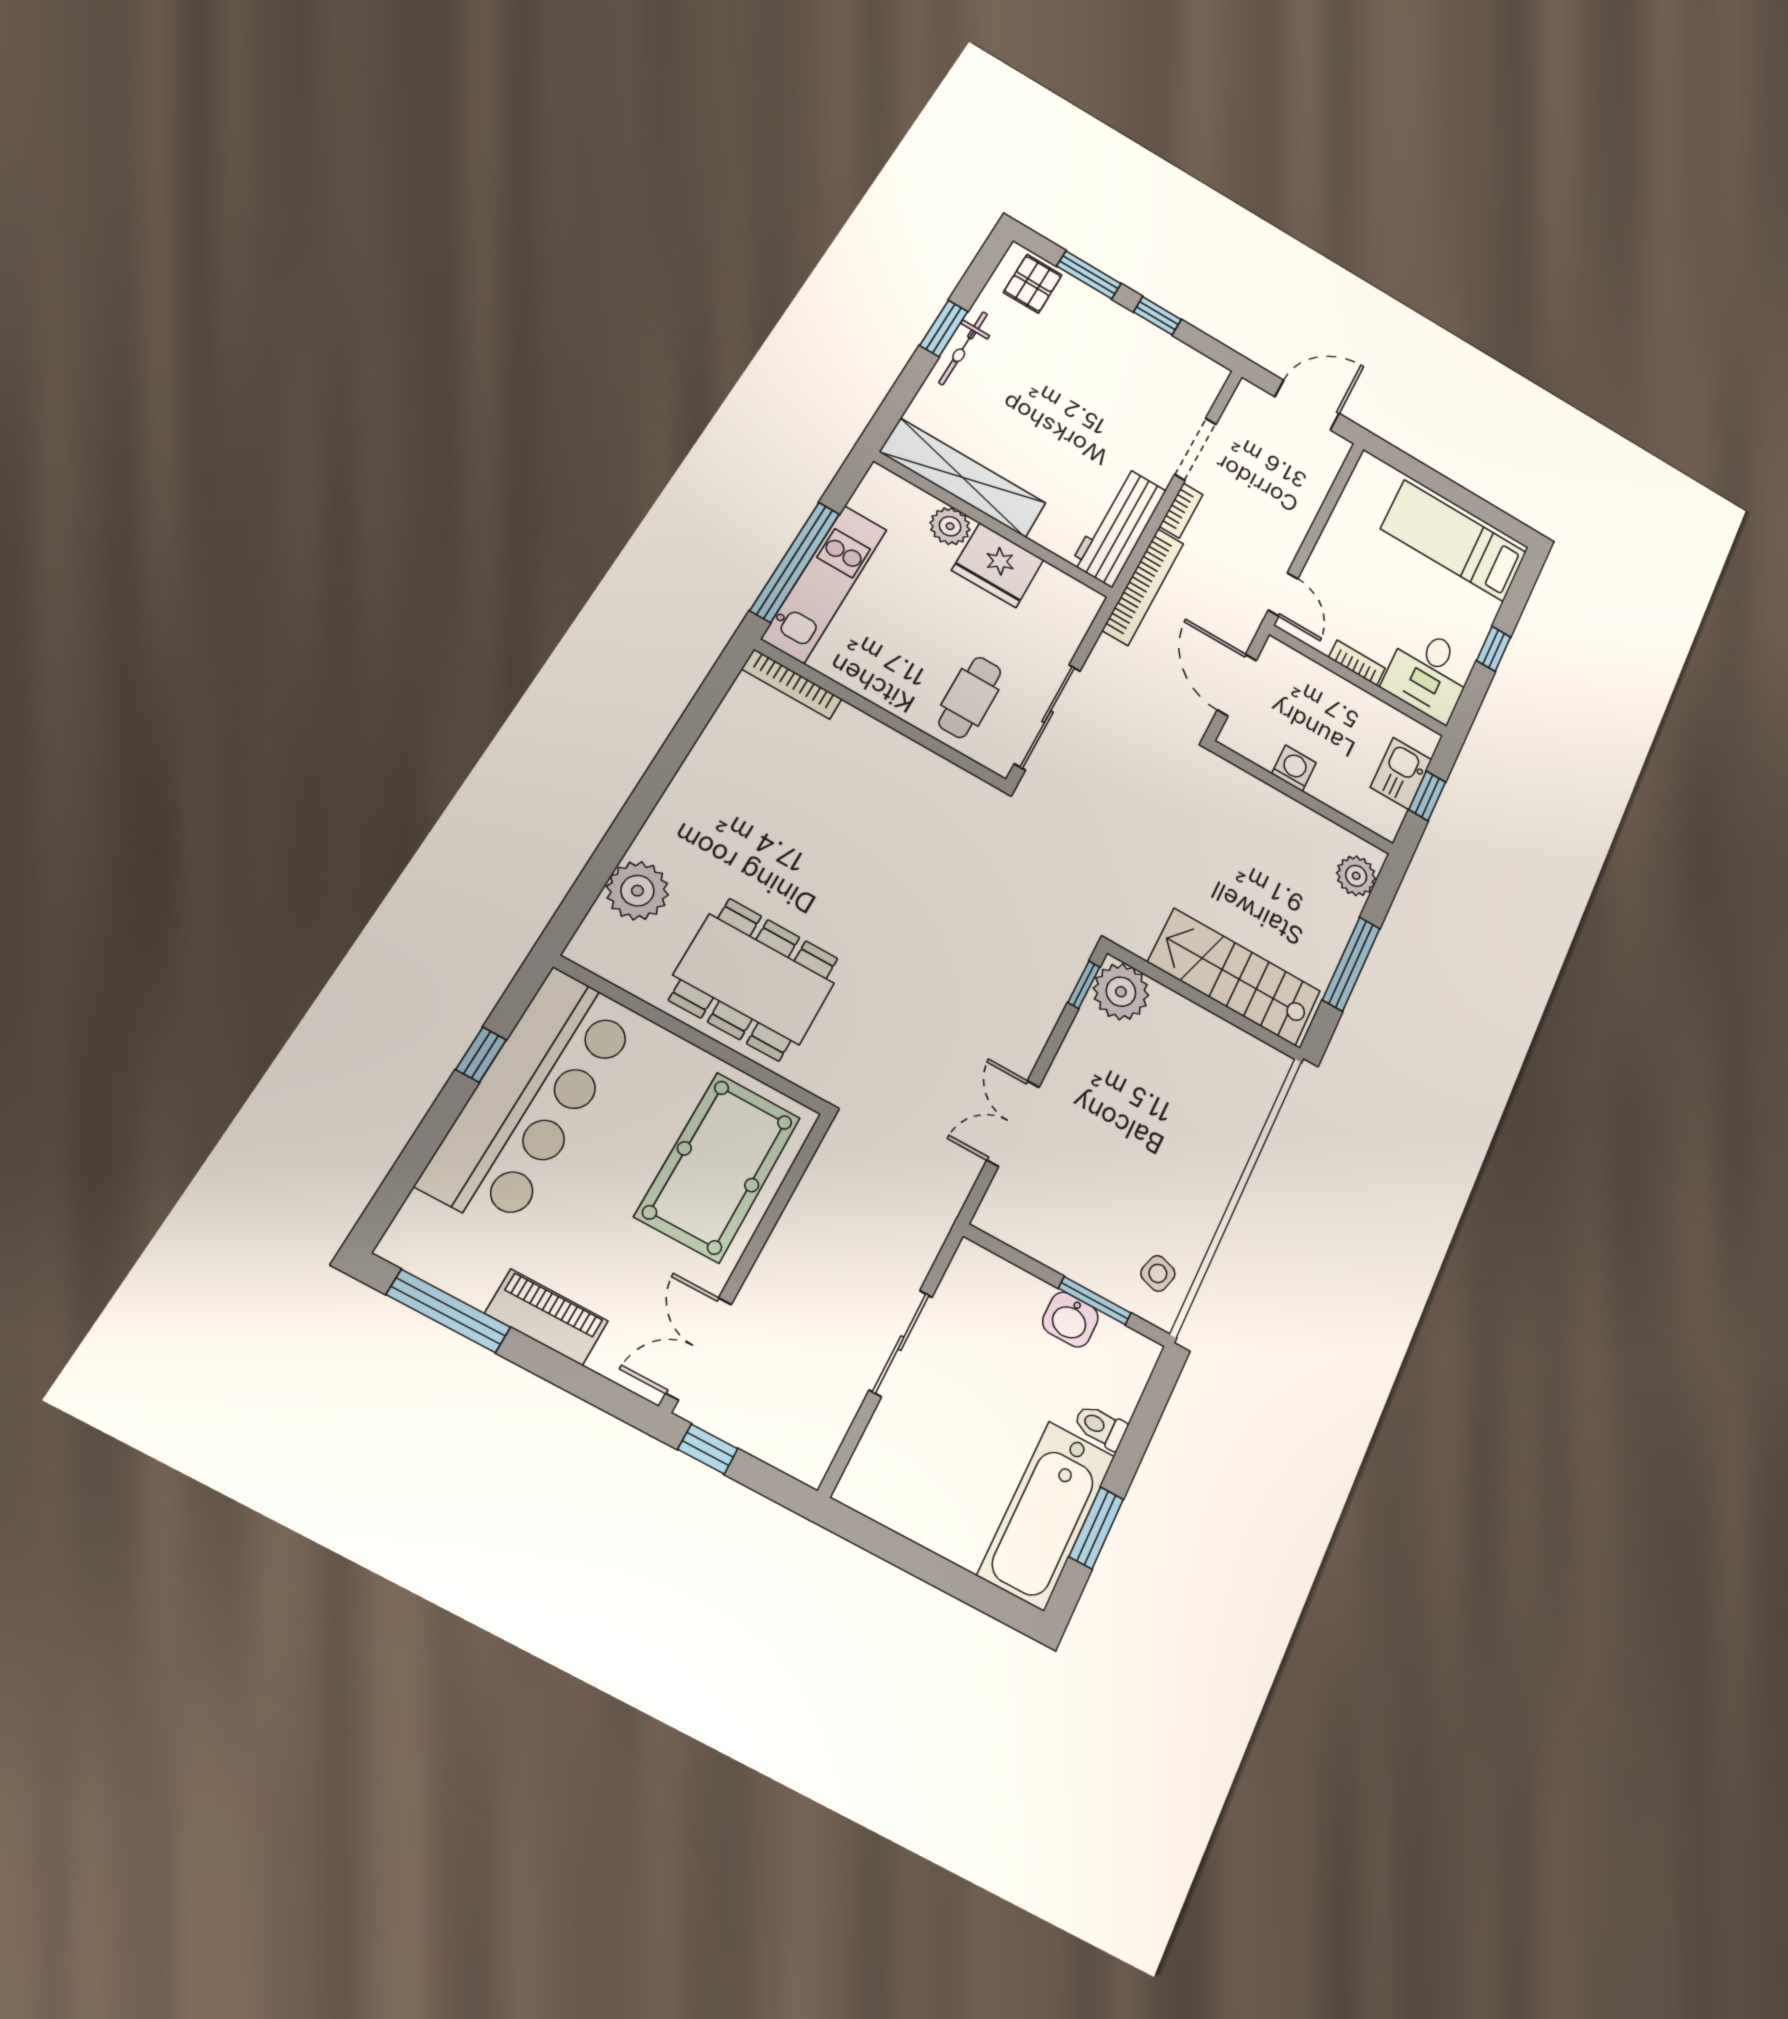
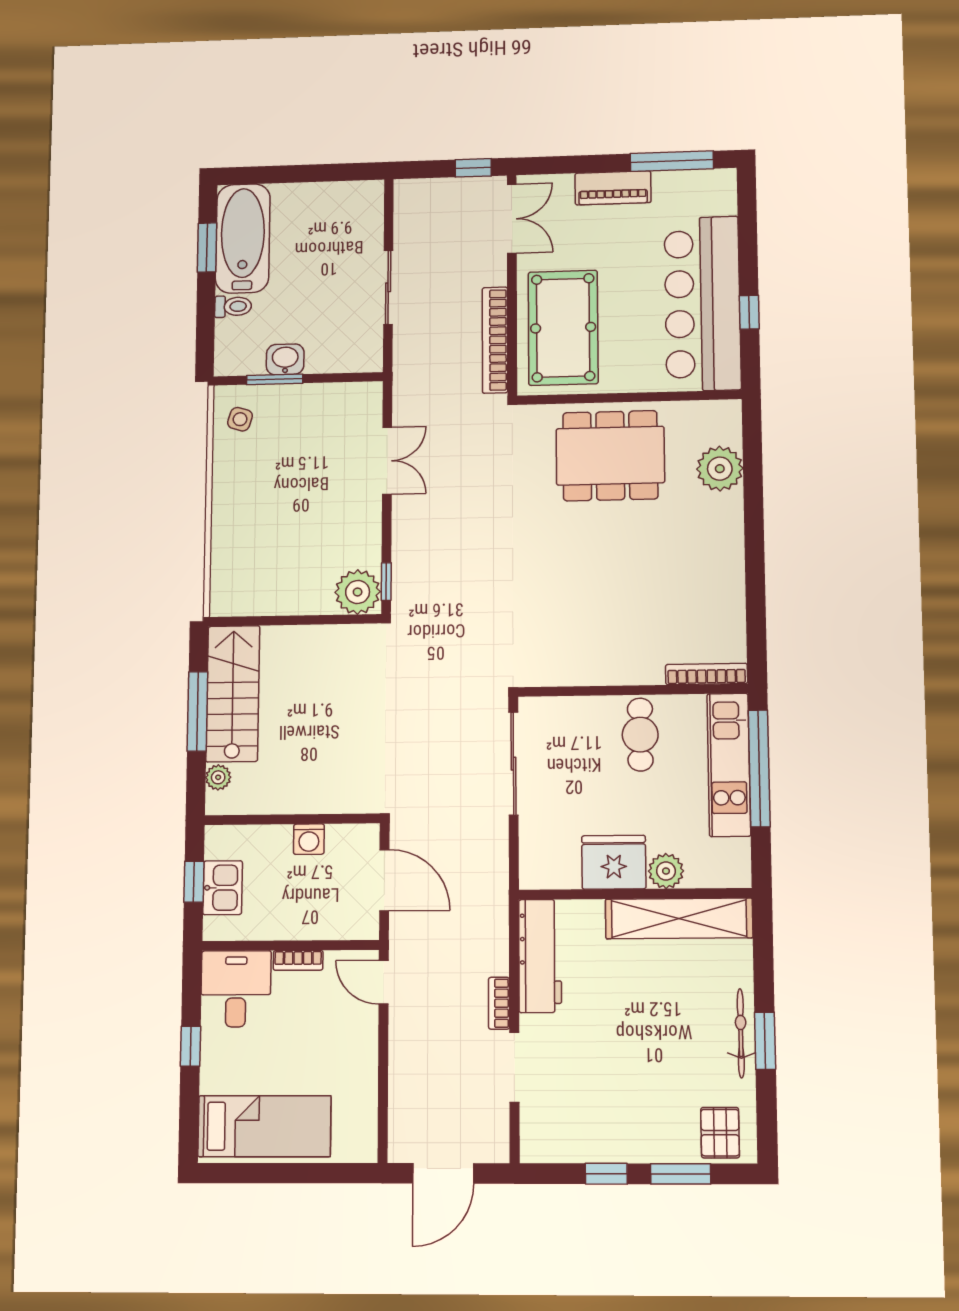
bookcase: (1143, 587) -> (495, 340), moved
cafe table: (970, 697) -> (640, 735), moved
plant: (1356, 876) -> (218, 777), width x0.73, depth x0.73
stairs: (1234, 977) -> (233, 694), moved, turned -90

